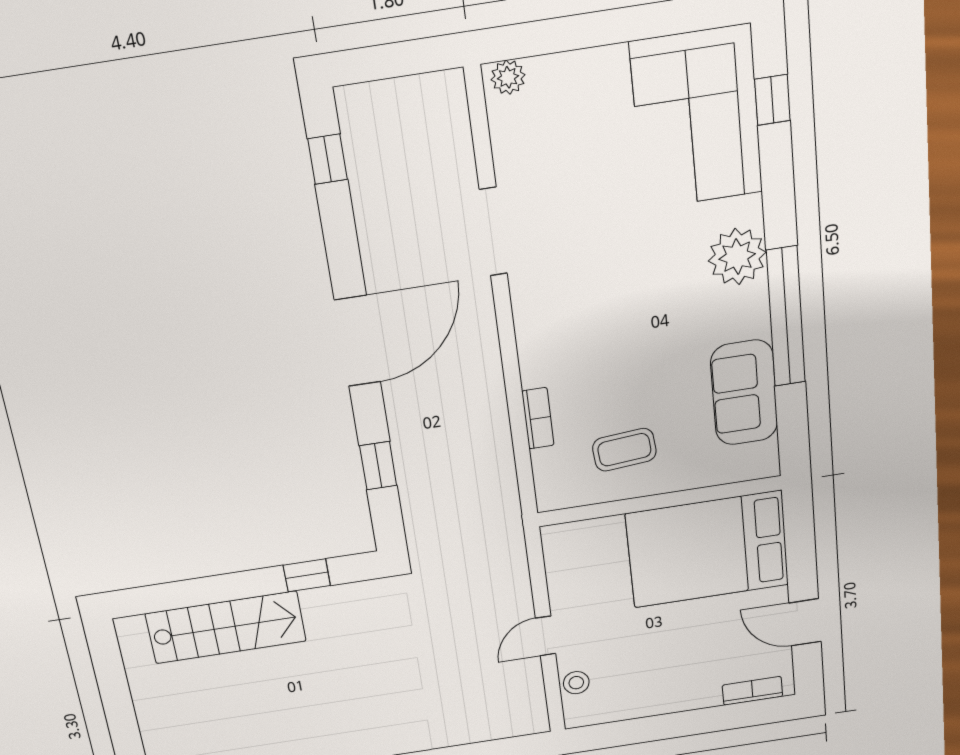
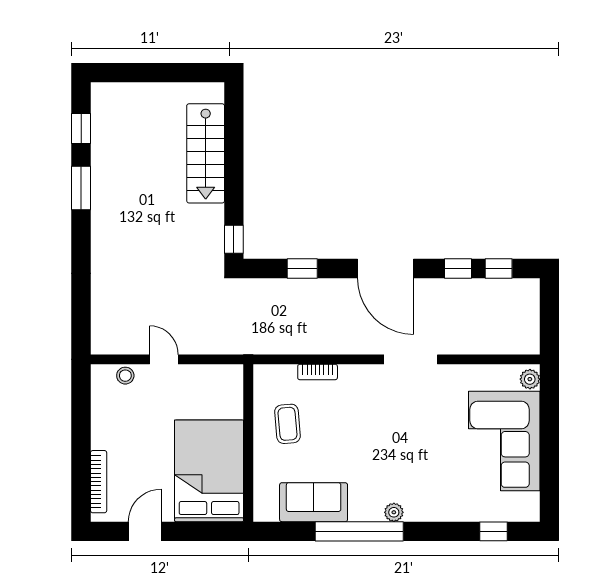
corner sofa: (697, 118) -> (504, 441), moved, turned -90
window: (339, 226) -> (458, 269), added
doorway: (493, 232) -> (411, 359), moved
plant: (737, 257) -> (394, 512), width x0.53, depth x0.53
window: (307, 575) -> (234, 239), moved
bookcase: (752, 691) -> (99, 482), width x1.56

